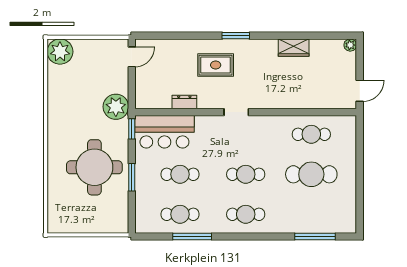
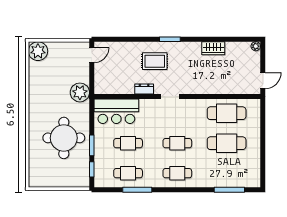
dresser: (184, 102) -> (144, 89), moved
window: (132, 129) -> (92, 169), moved
cafe table: (311, 134) -> (227, 113), width x1.37, depth x1.35

